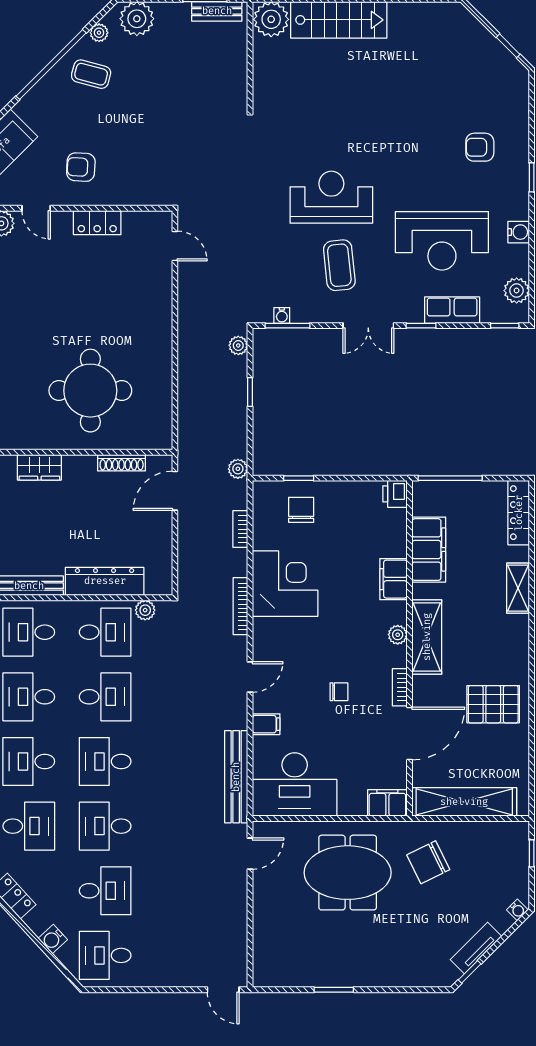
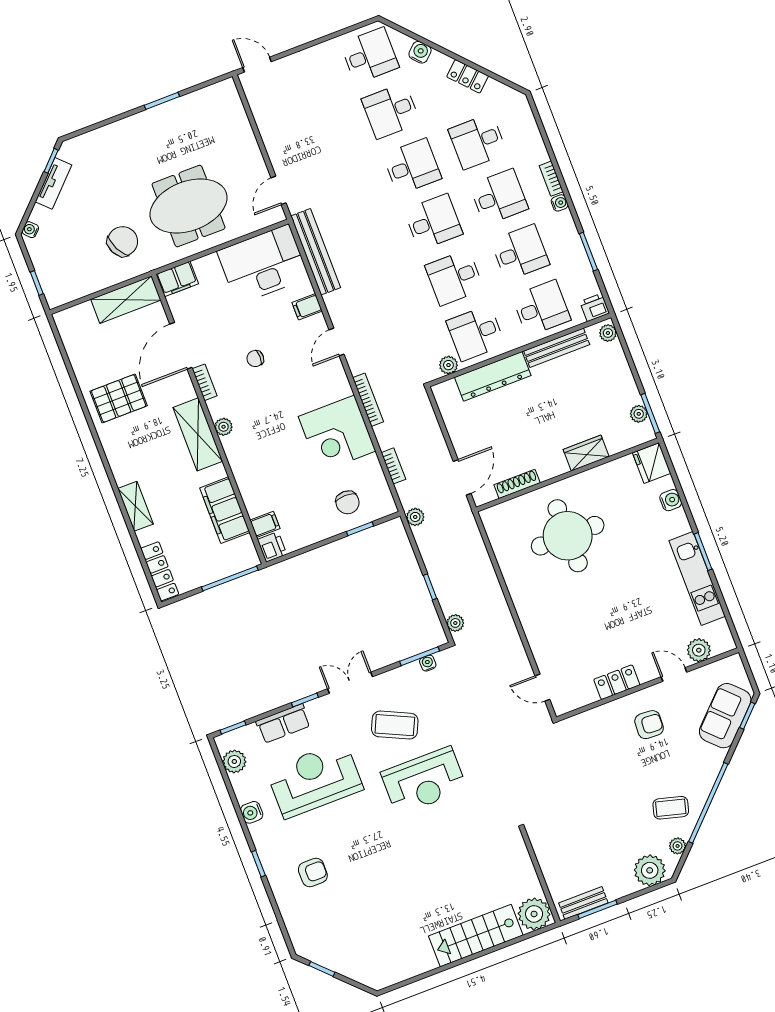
coffee table: (339, 265) -> (395, 725), turned -59
filing cabinet: (394, 579) -> (265, 524), moved, width x0.50
shelving: (464, 802) -> (126, 300), width x0.68

